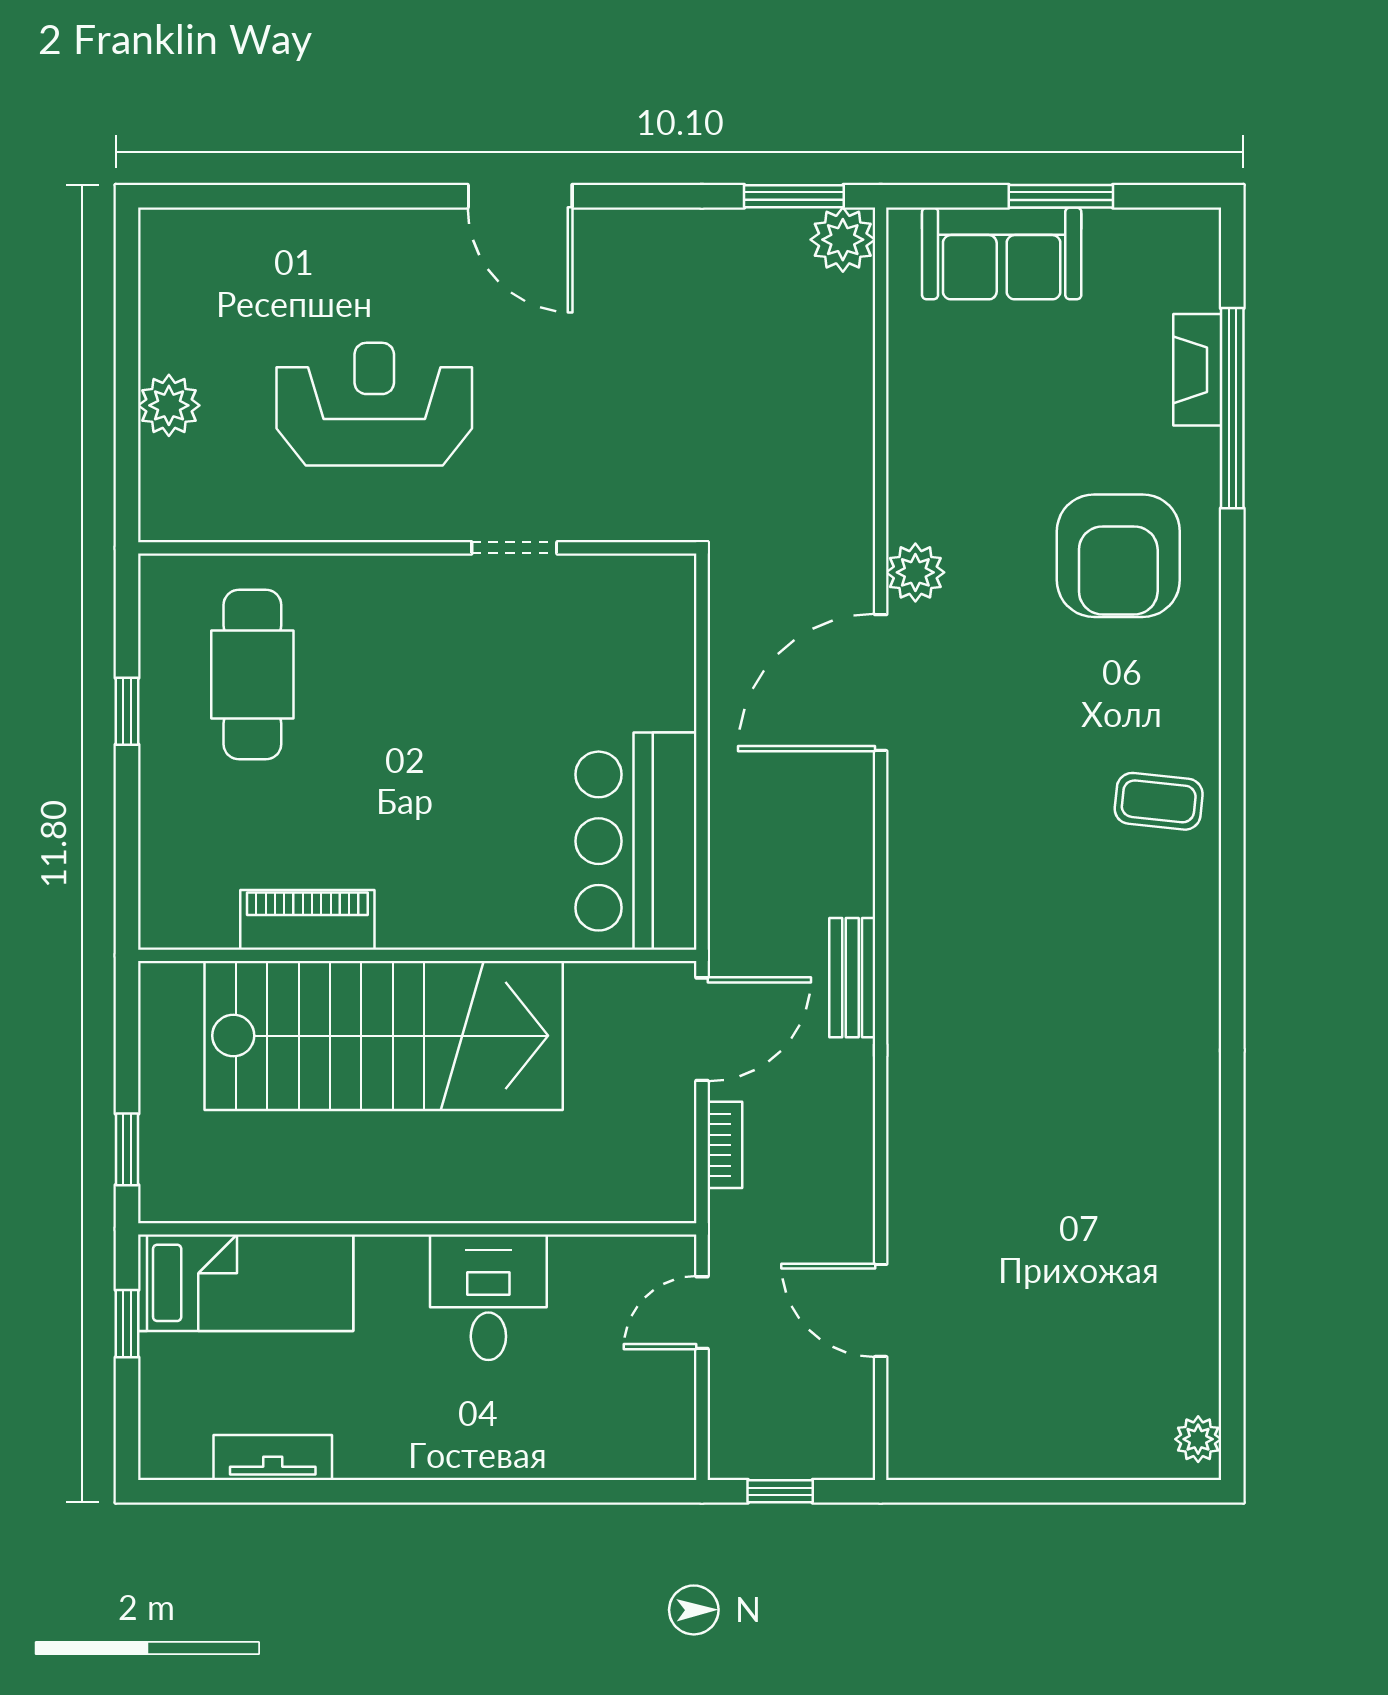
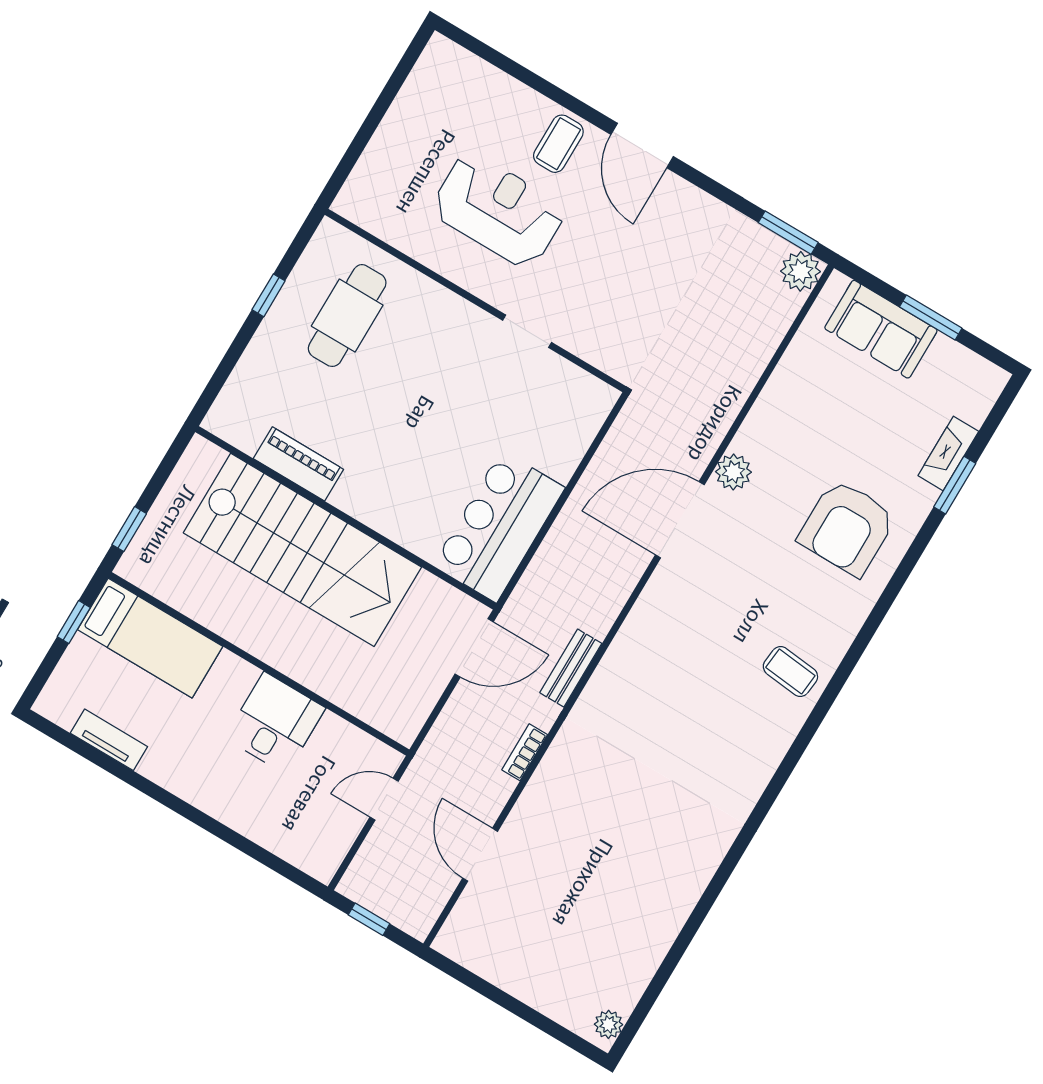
coffee table: (403, 263) -> (558, 144), added
plant: (169, 405) -> (388, 145), removed
window: (1232, 408) -> (955, 485), width x0.47
bookcase: (725, 1145) -> (525, 752), moved, turned 180

